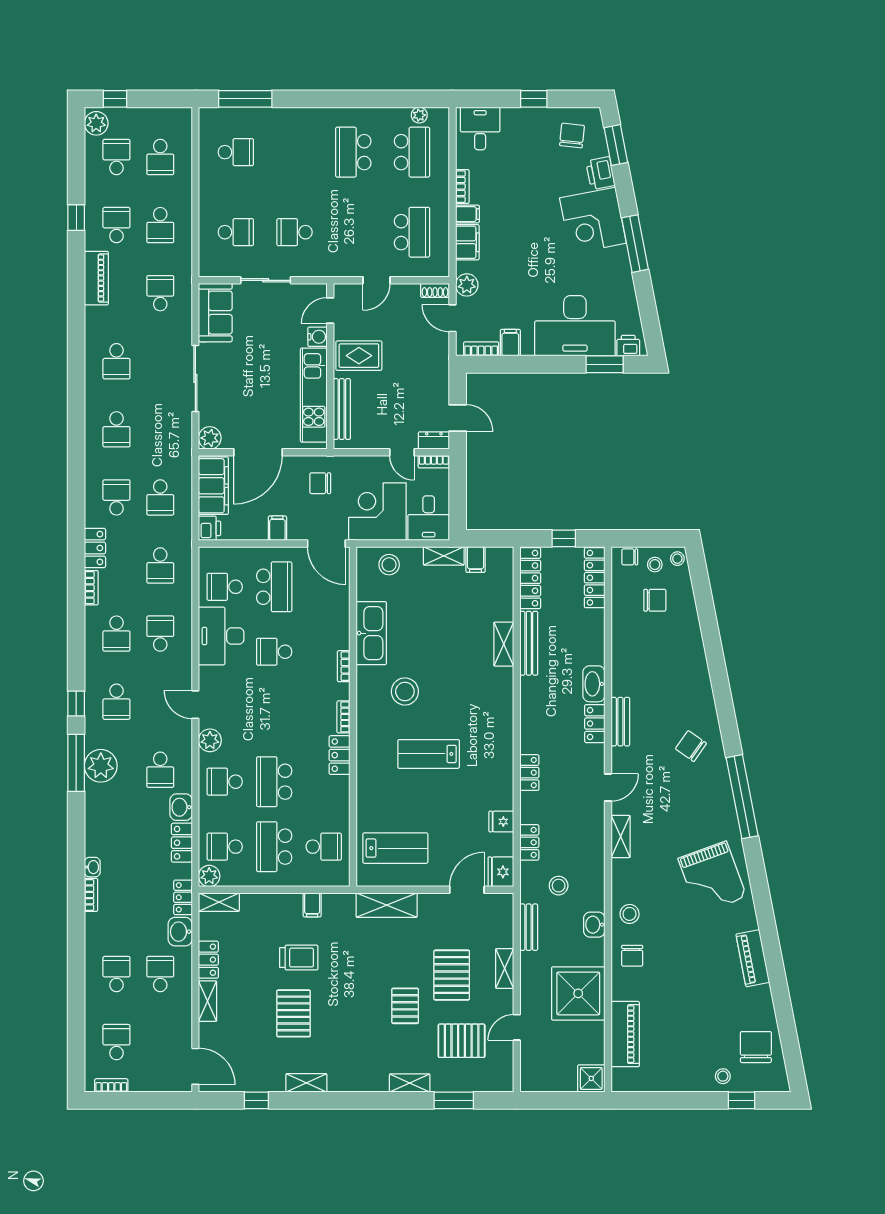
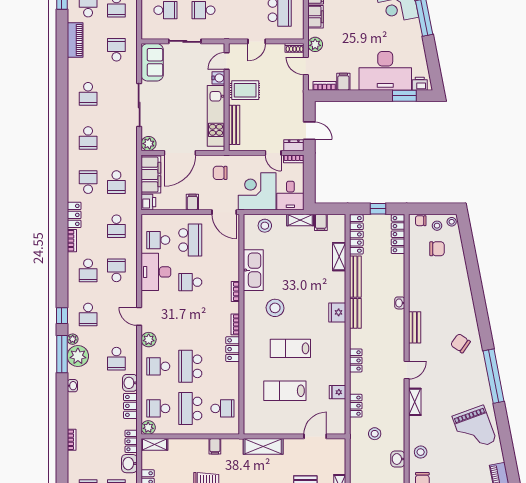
shelving: (504, 644) -> (339, 257), moved
washbasin: (594, 684) -> (400, 303), width x0.52, depth x0.69
locker: (595, 724) -> (398, 329), removed
plant: (93, 740) -> (73, 339), added
lab bench: (395, 848) -> (285, 391), moved, turned 180
washbasin: (92, 867) -> (72, 386), moved
fridge: (501, 872) -> (337, 312), moved
bench: (529, 927) -> (355, 313), moved

